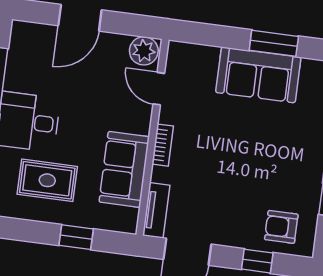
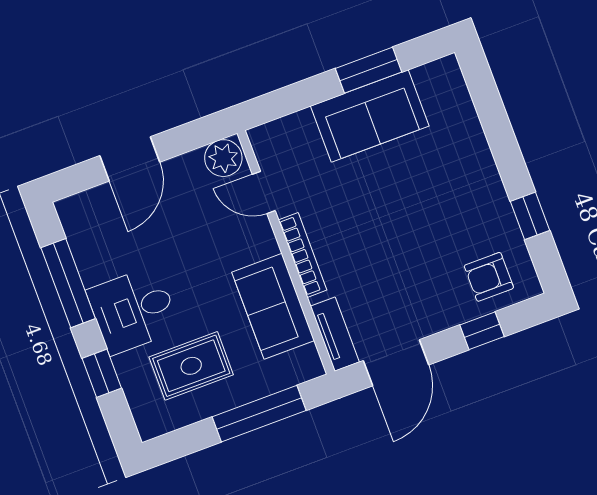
bookcase: (163, 145) -> (303, 255), width x1.56
window: (76, 237) -> (259, 414), width x2.17

